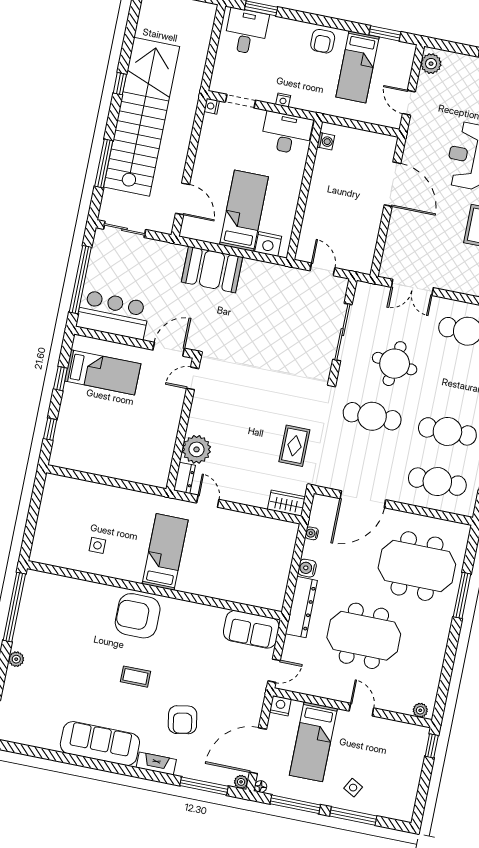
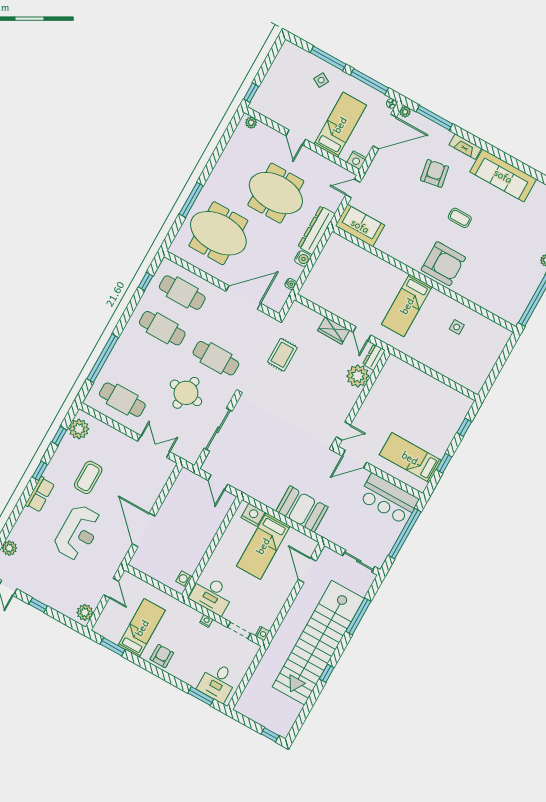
wardrobe: (286, 503) -> (334, 330), moved

